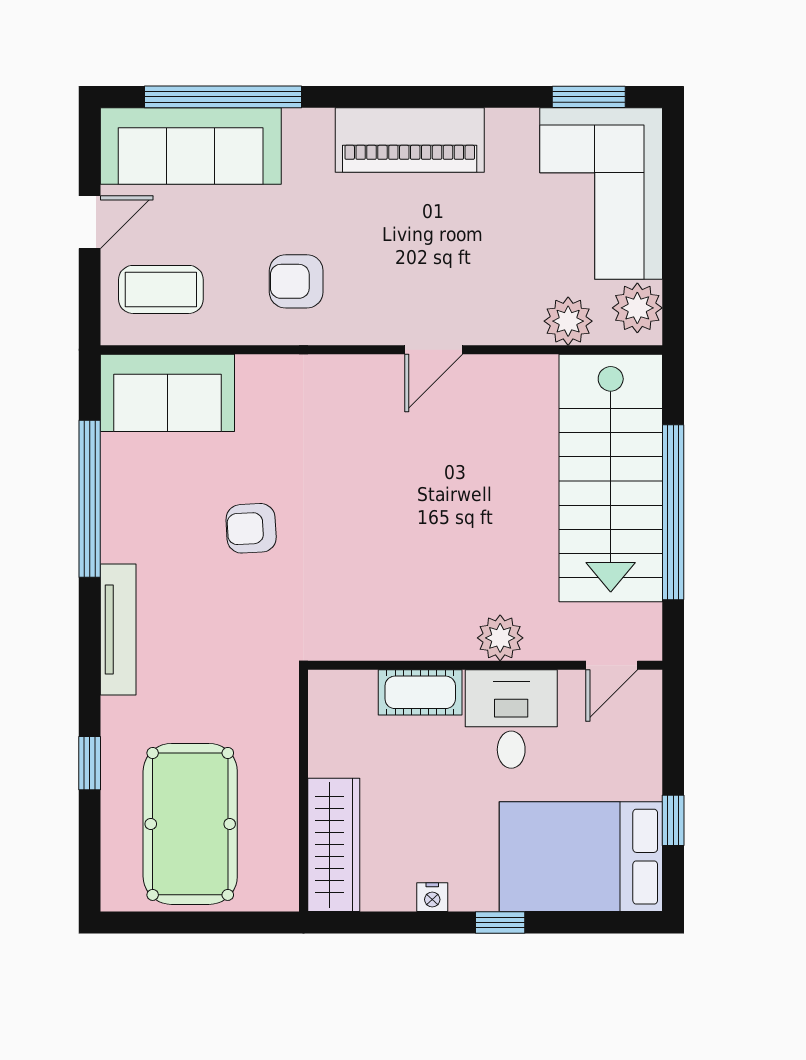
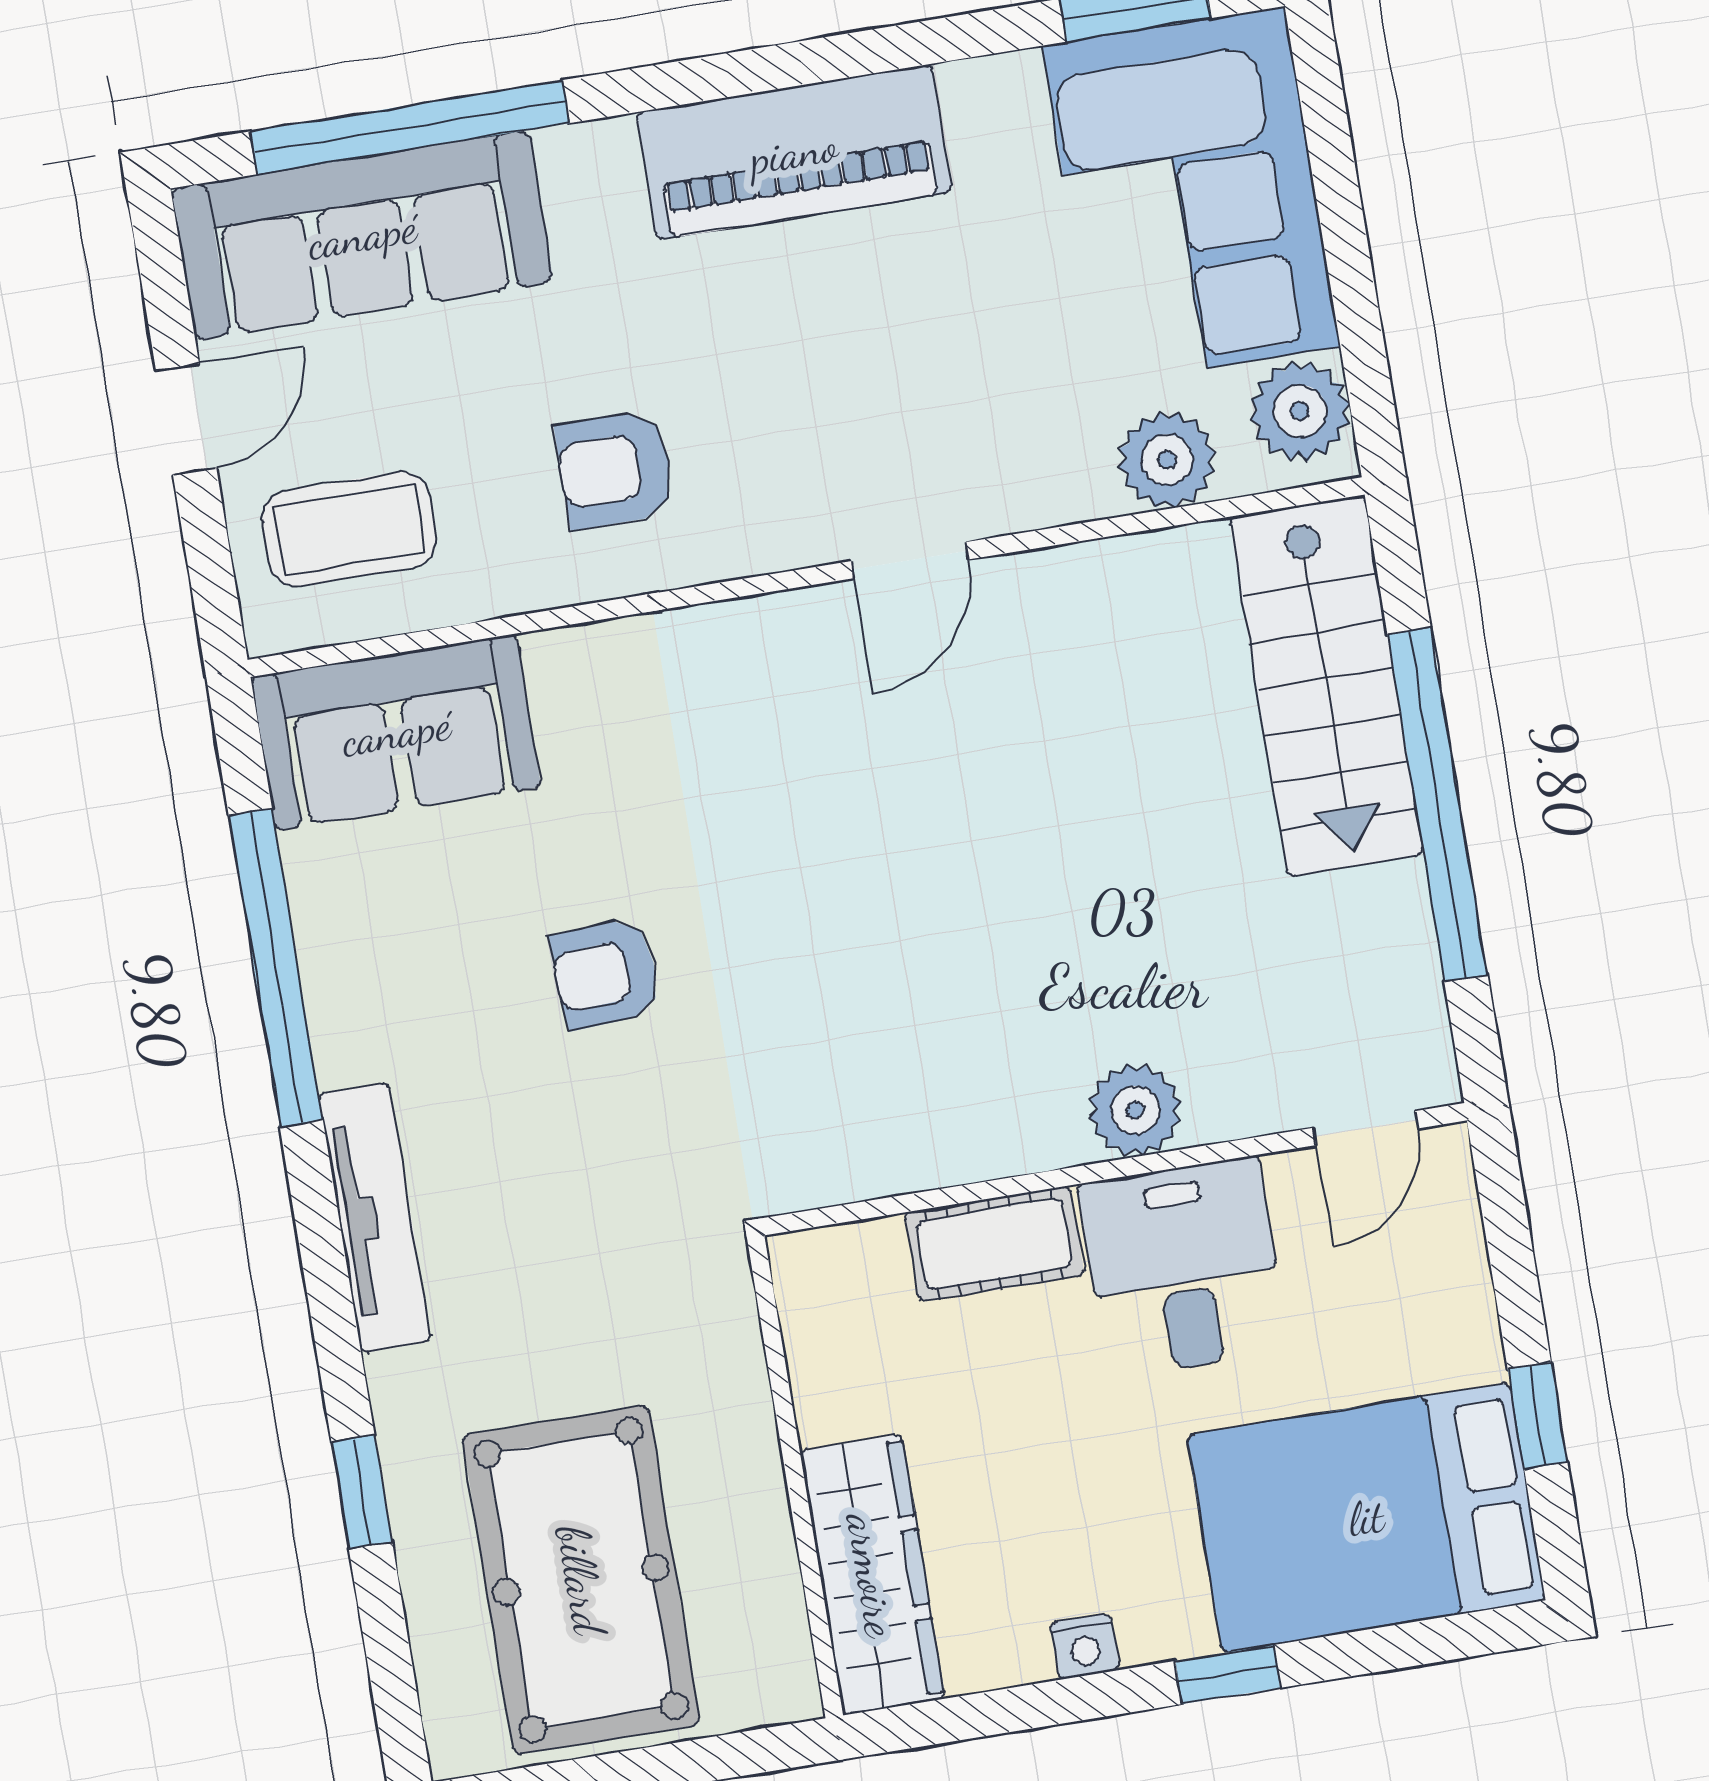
stairs: (611, 478) -> (1326, 686), width x0.73, depth x0.66

